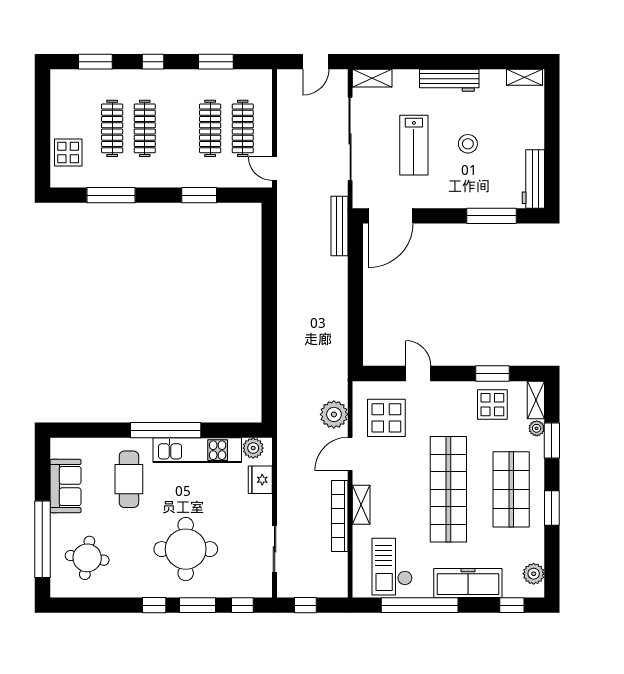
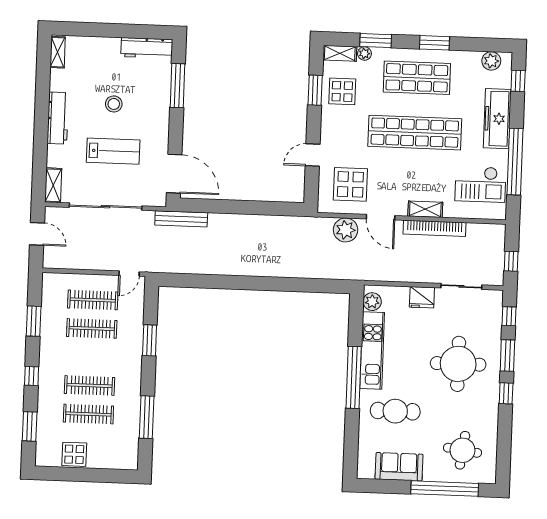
display table: (68, 152) -> (74, 454), moved
fridge: (260, 480) -> (422, 297), moved

